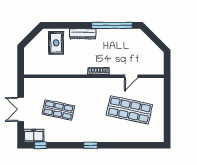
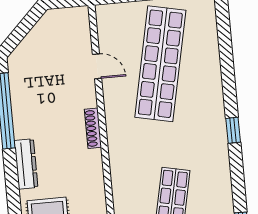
shop shelf: (129, 110) -> (160, 64), width x1.40

